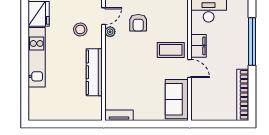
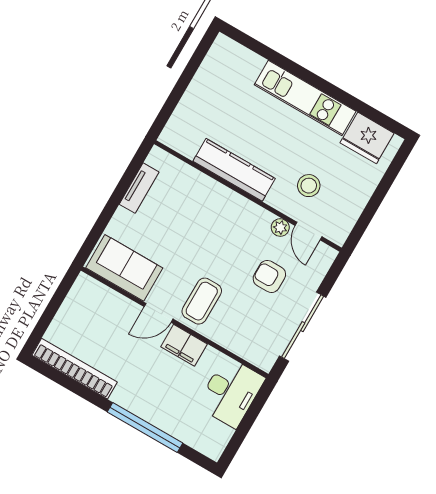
tv unit: (119, 115) -> (139, 188), moved

